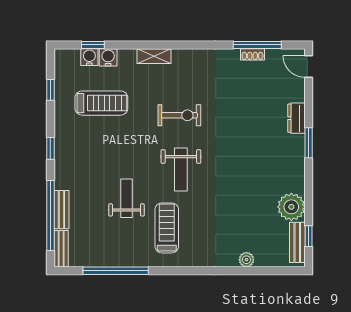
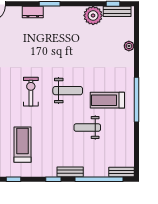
bench: (61, 210) -> (70, 172), moved
window: (116, 271) -> (137, 100), moved

